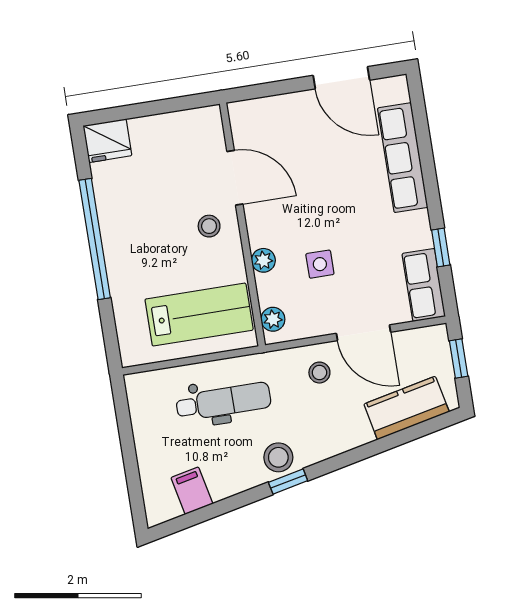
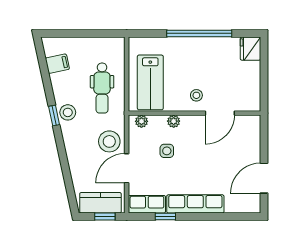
row of seats: (403, 158) -> (195, 204), moved
stool: (319, 373) -> (109, 141), width x1.89, depth x1.89
kitchen counter: (407, 408) -> (100, 203), moved, turned -78

